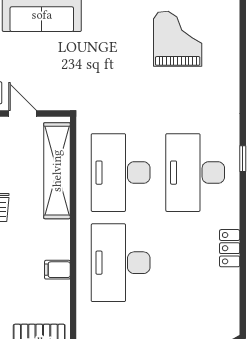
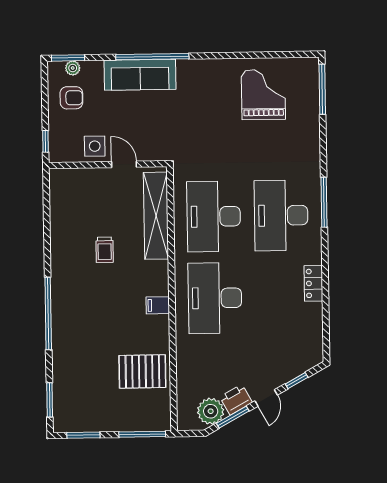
window: (243, 34) -> (322, 89), added
window: (243, 159) -> (324, 202), width x2.17

